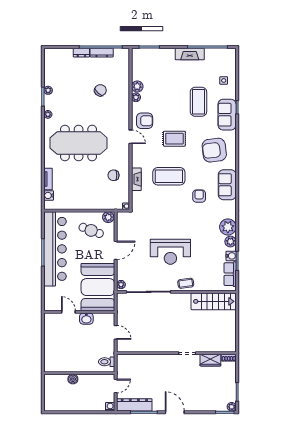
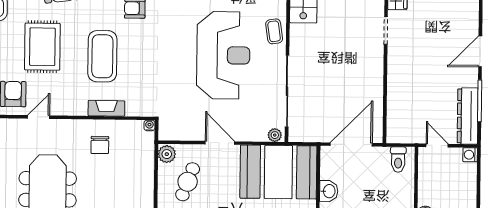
rug: (174, 139) -> (42, 47), width x1.36, depth x1.43
reception desk: (170, 252) -> (223, 55), width x1.36, depth x1.30
door: (116, 332) -> (351, 144), width x1.87

